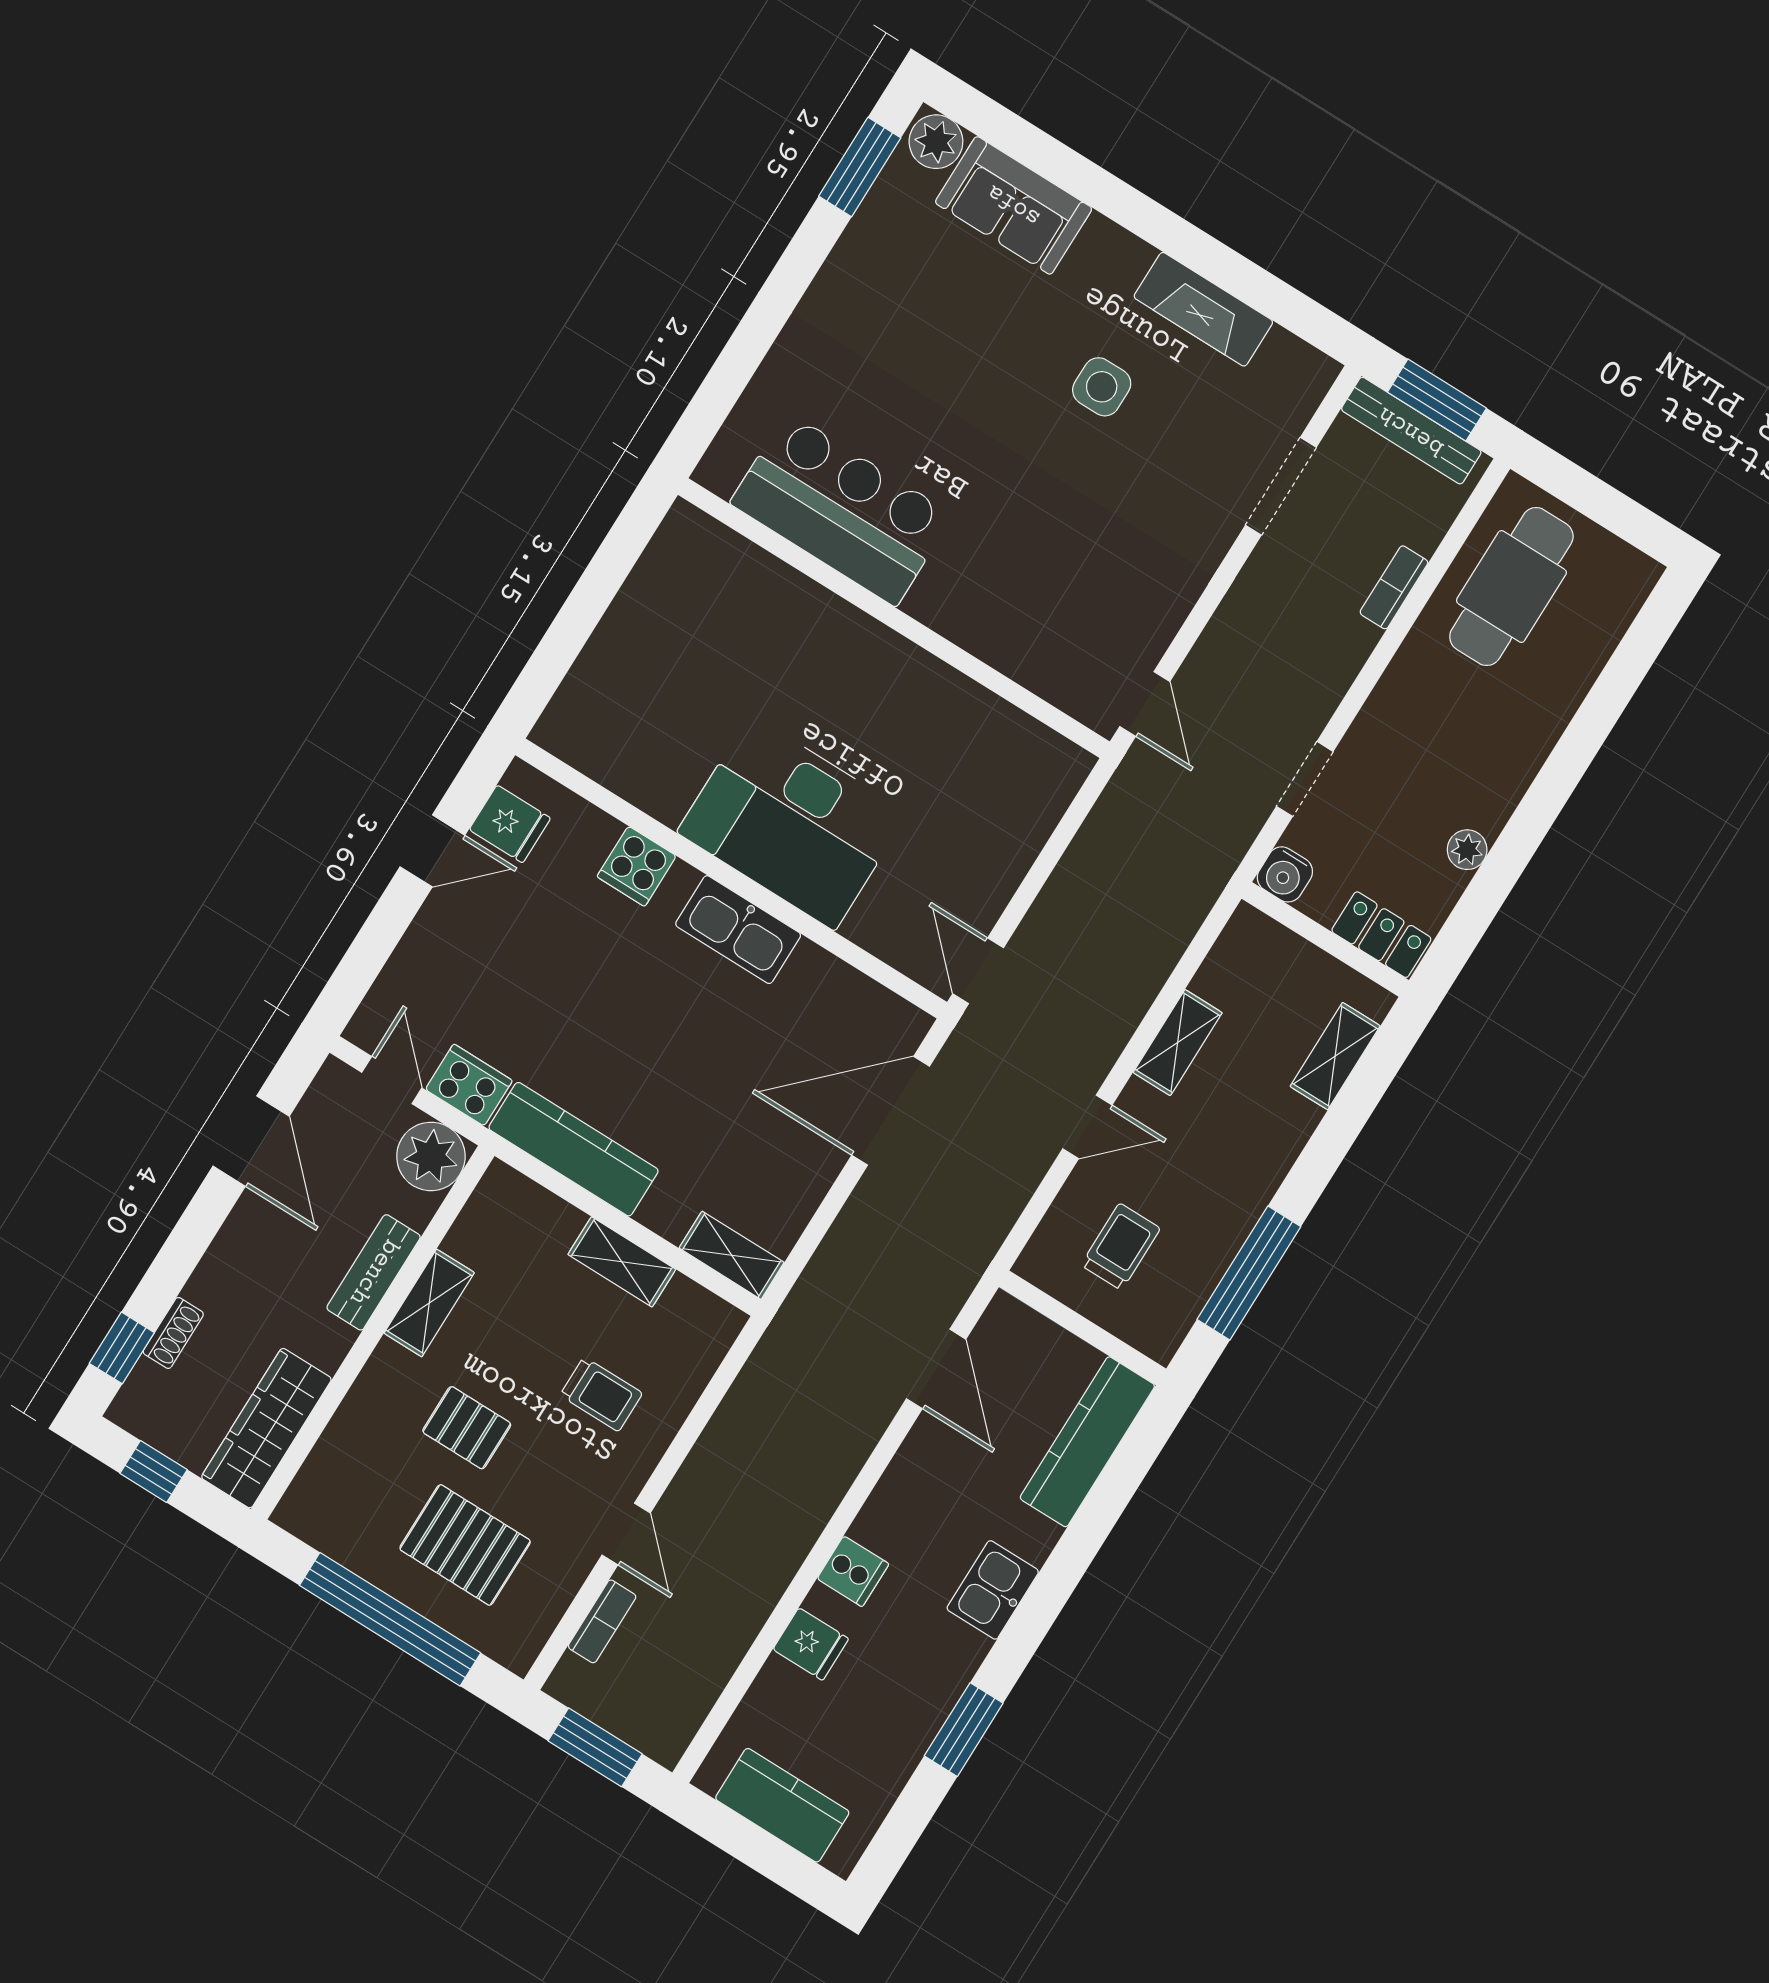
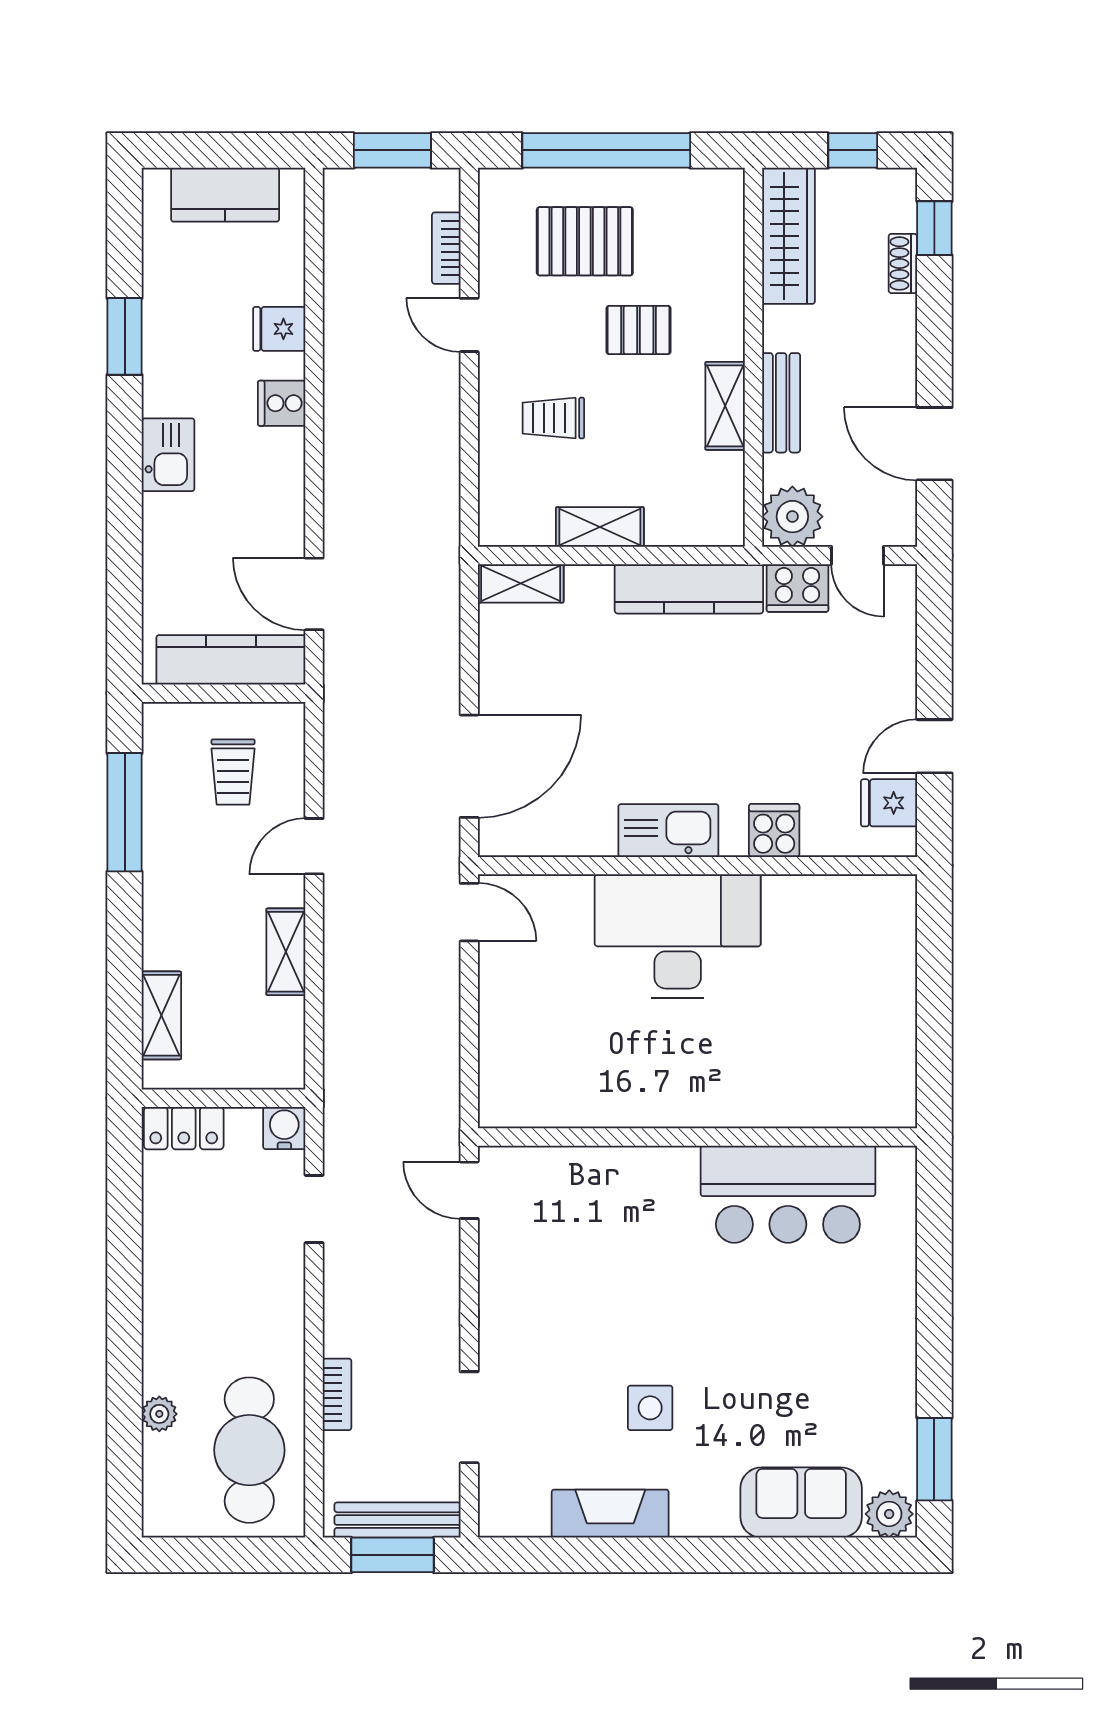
plant: (1467, 850) -> (159, 1414), moved
kitchen counter: (1087, 1442) -> (231, 660), moved, turned -90

